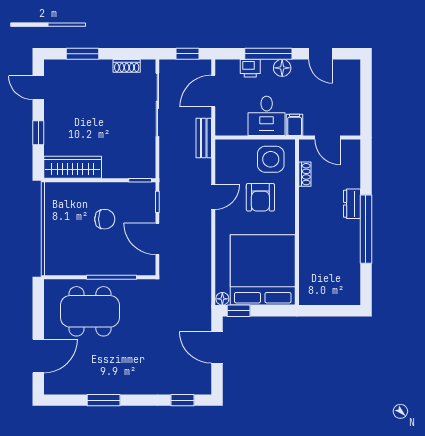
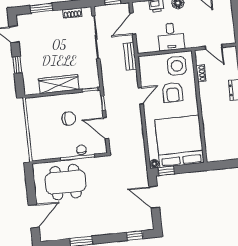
filing cabinet: (295, 125) -> (190, 41), removed
wardrobe: (73, 167) -> (59, 84), moved
chair: (118, 267) -> (81, 150), added

